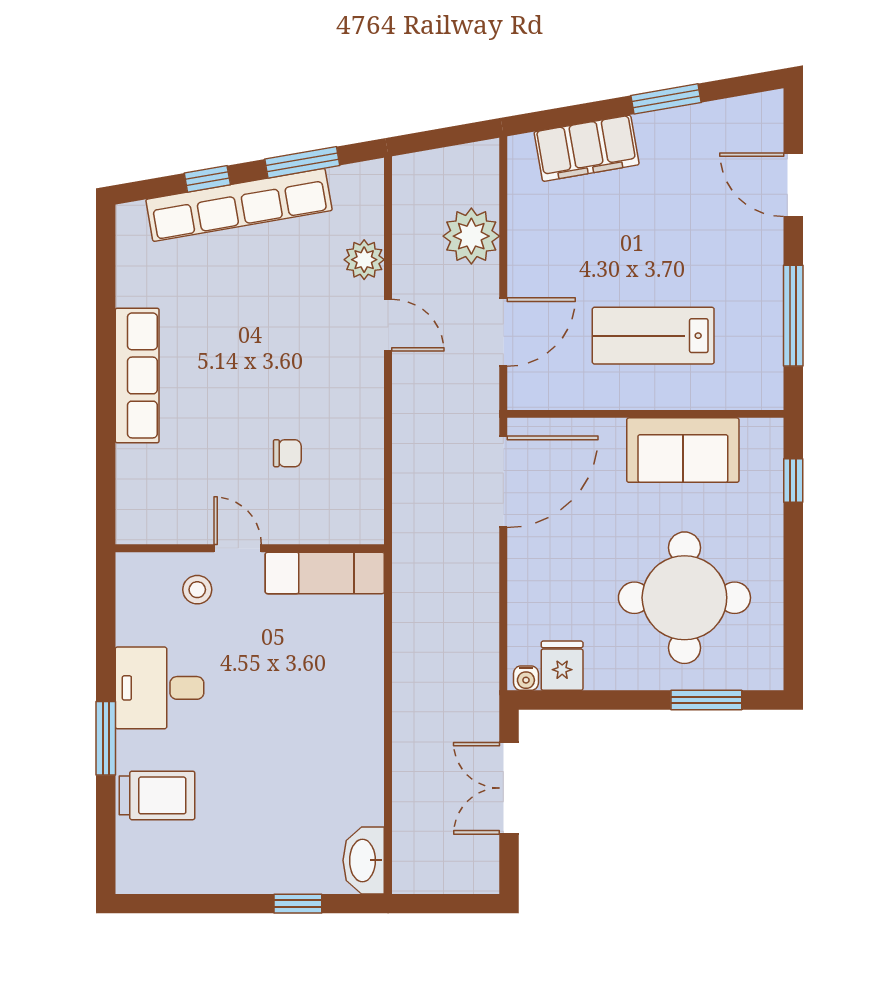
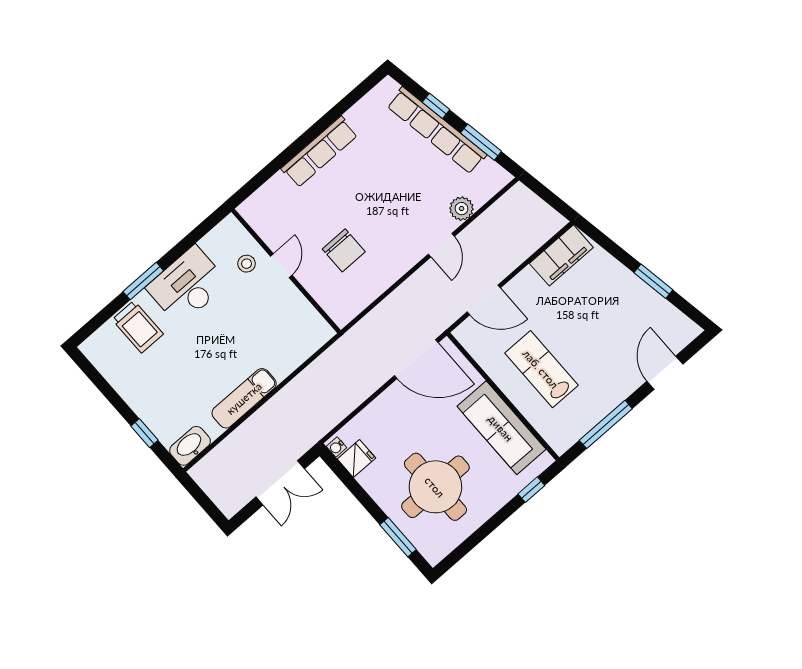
filing cabinet: (587, 148) -> (561, 255), moved, turned -80
plant: (471, 236) -> (514, 248), removed
sofa: (683, 450) -> (501, 428), width x1.36
chair: (287, 453) -> (344, 250), width x1.87, depth x1.87
exam couch: (325, 573) -> (244, 398), moved, turned 90
desk: (160, 688) -> (187, 285), width x1.37
double door: (509, 788) -> (280, 483), swing flipped

